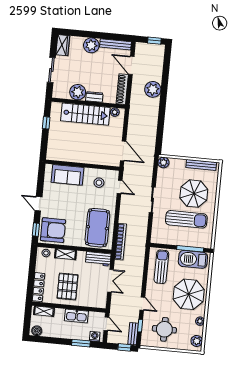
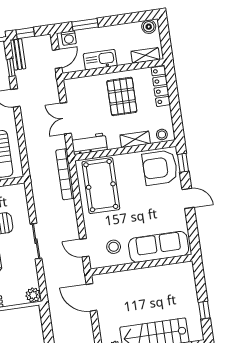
sofa: (67, 175) -> (159, 247), width x1.36
door: (106, 324) -> (57, 59), swing flipped

